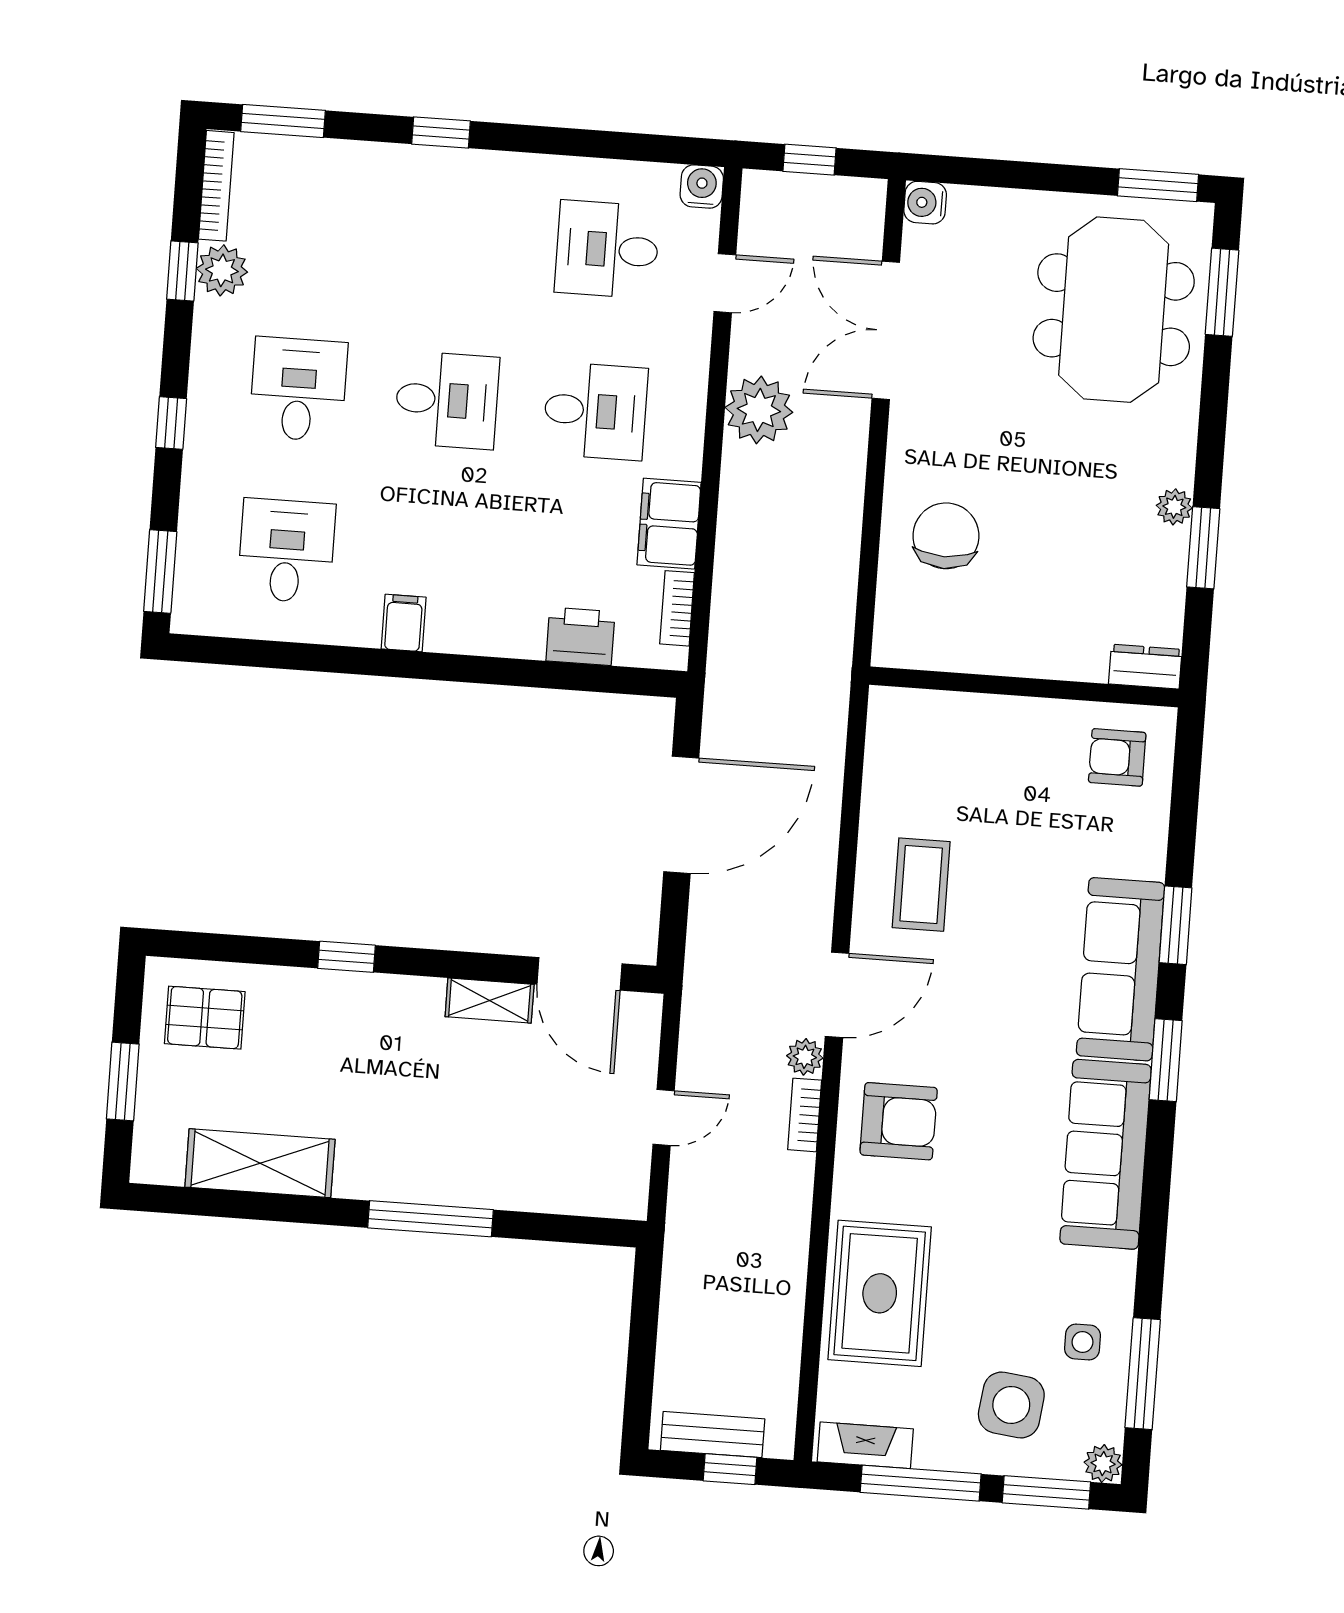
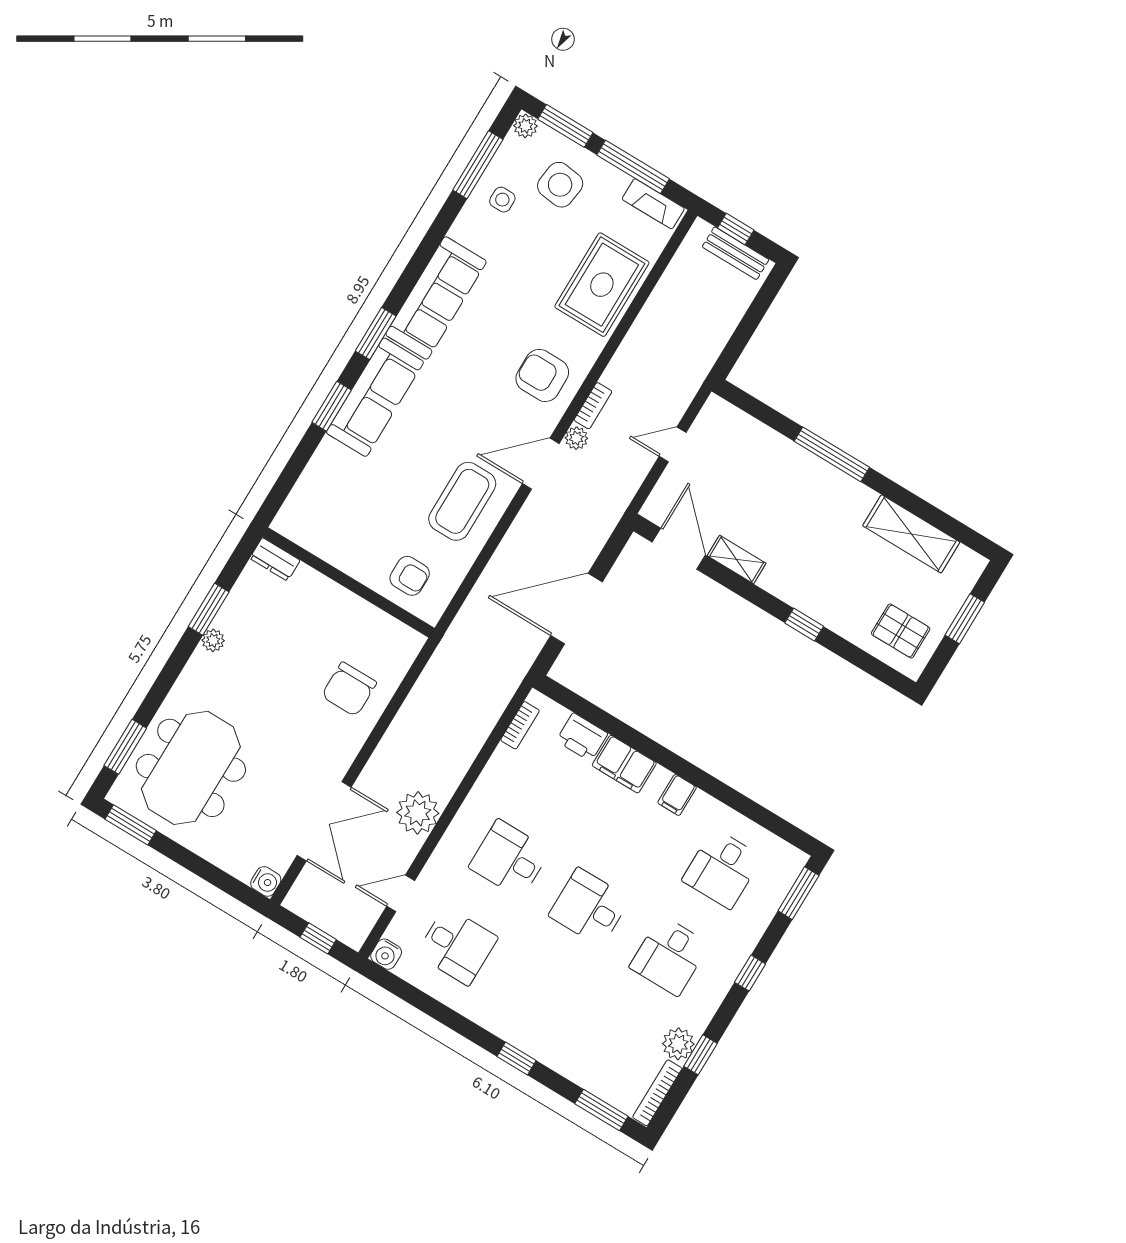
filing cabinet: (669, 524) -> (624, 764), moved, turned 90
armchair: (1117, 757) -> (410, 576), moved
coffee table: (921, 885) -> (462, 501), width x1.36, depth x1.32

